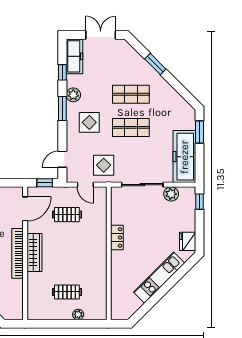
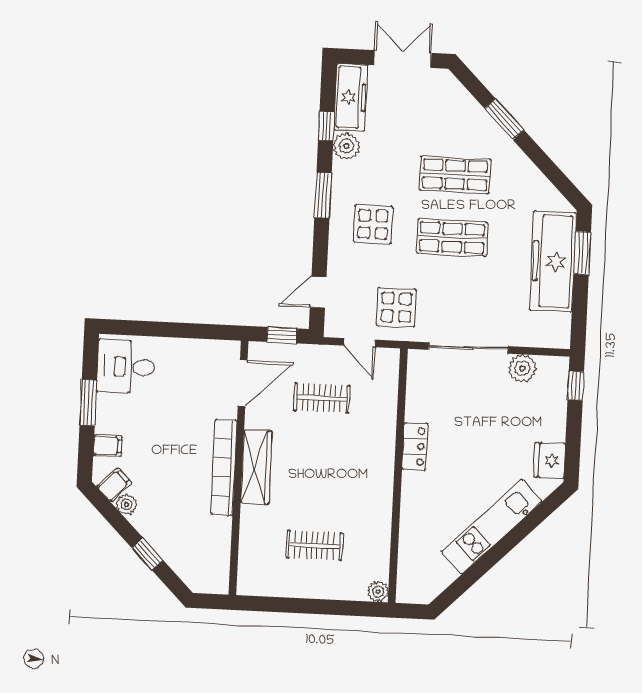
plant: (73, 95) -> (346, 146), moved
freezer: (184, 157) -> (553, 261), moved
plant: (78, 314) -> (378, 592), moved

